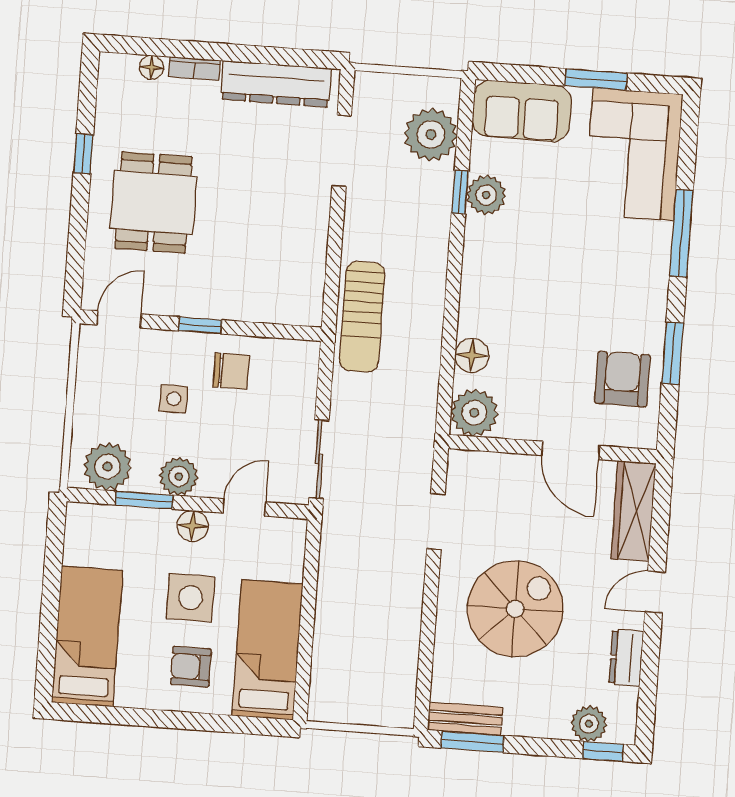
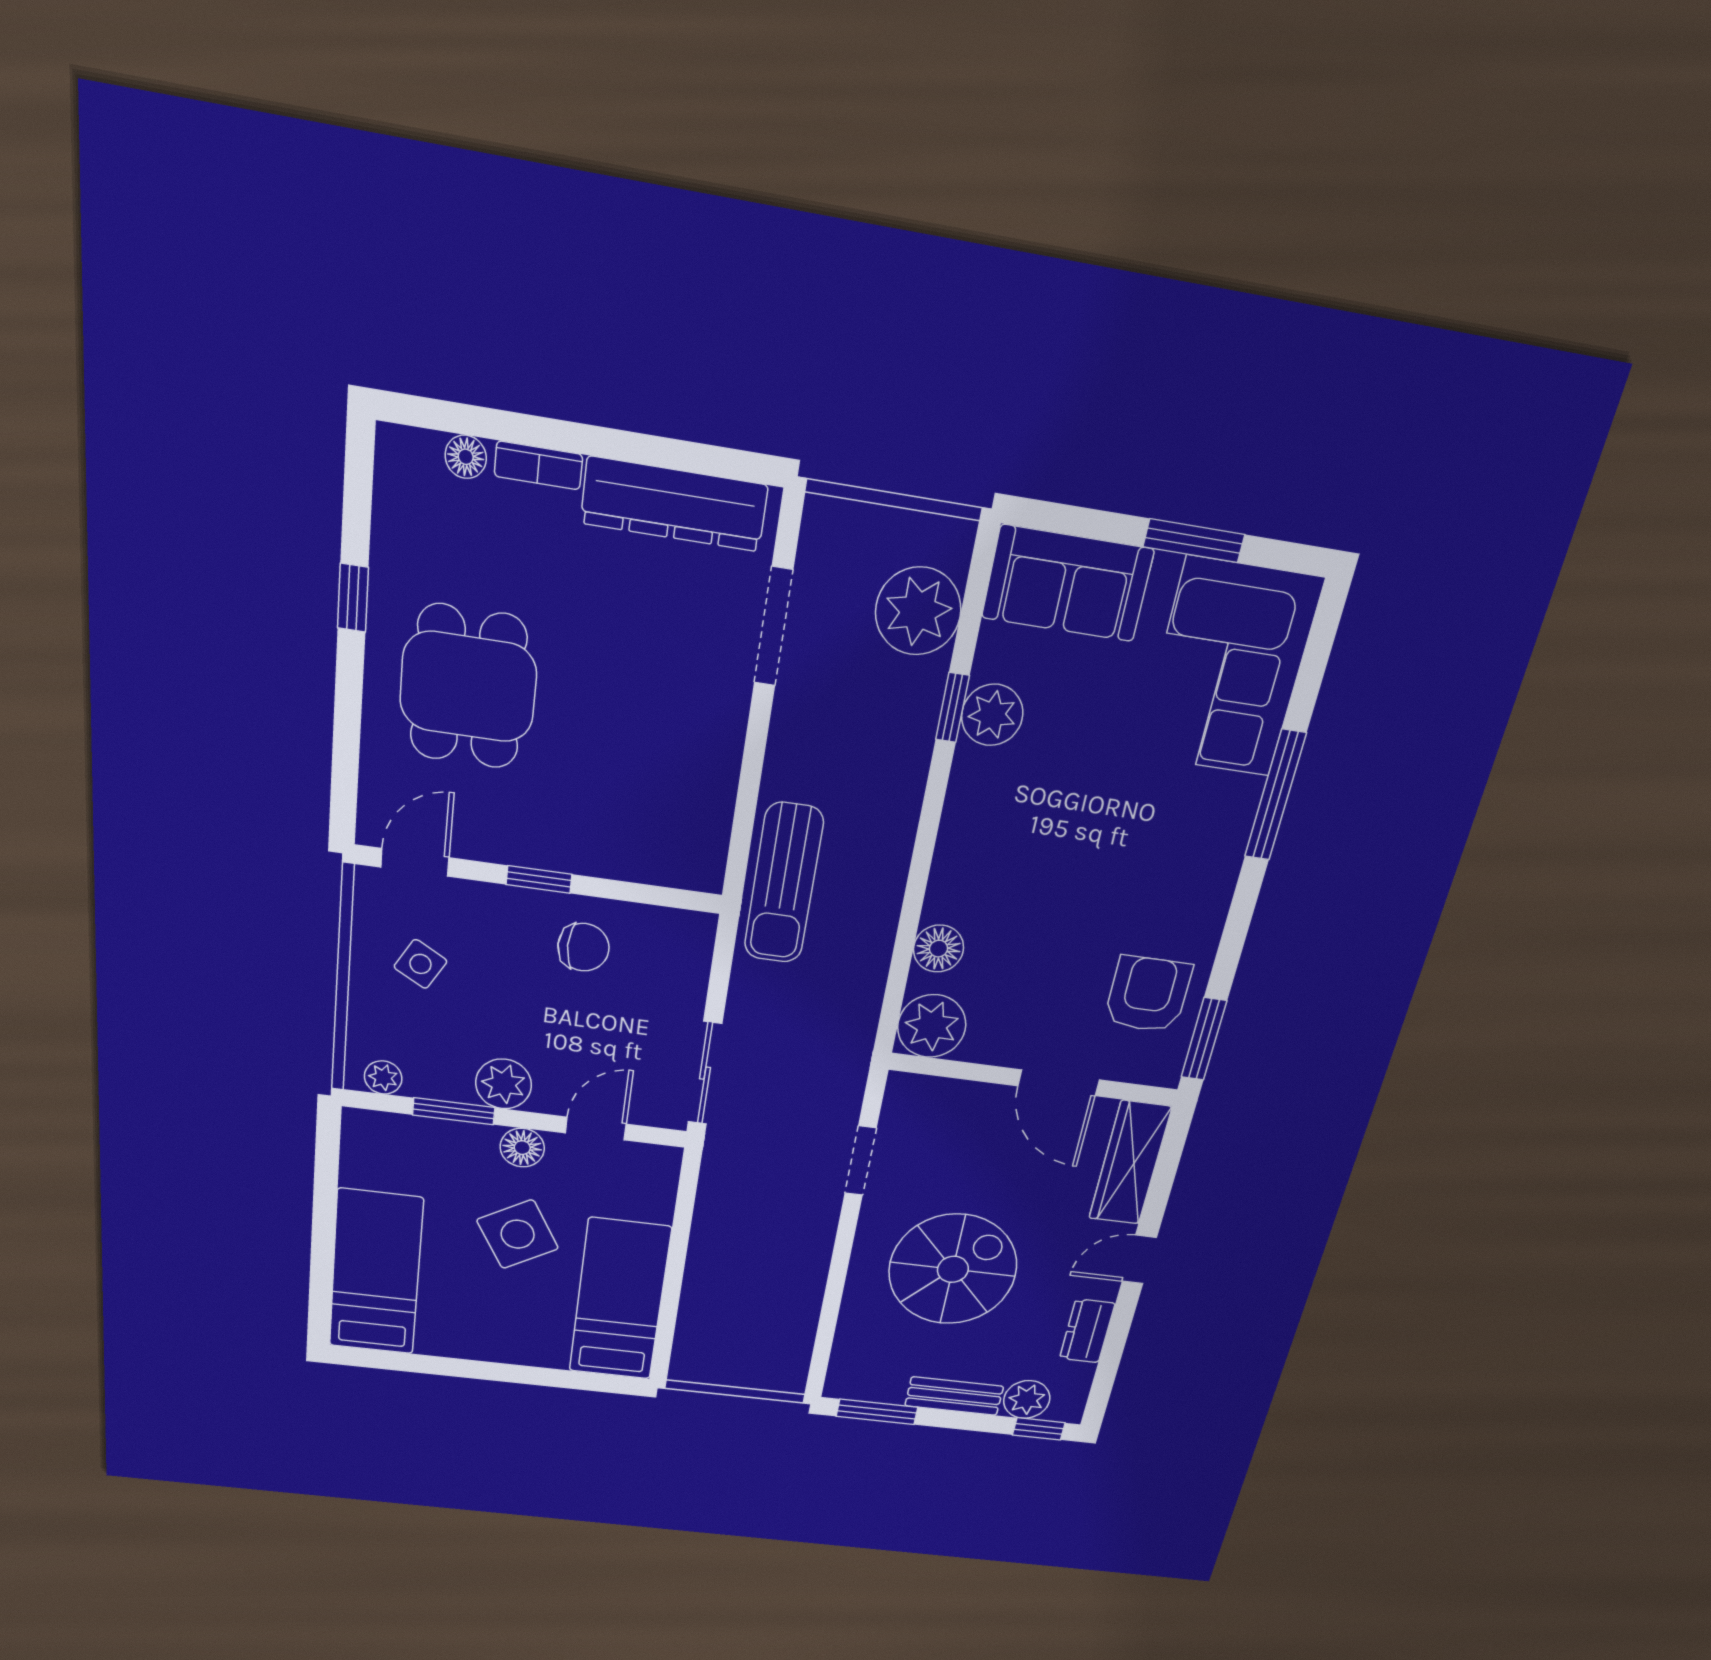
window: (673, 353) -> (1204, 1039), moved
side table: (174, 399) -> (420, 964), moved, turned 30
plant: (107, 467) -> (383, 1077), width x0.53, depth x0.53
side table: (190, 598) -> (518, 1234), turned -30
armchair: (191, 667) -> (517, 1314), removed
bench: (465, 719) -> (954, 1396), moved

